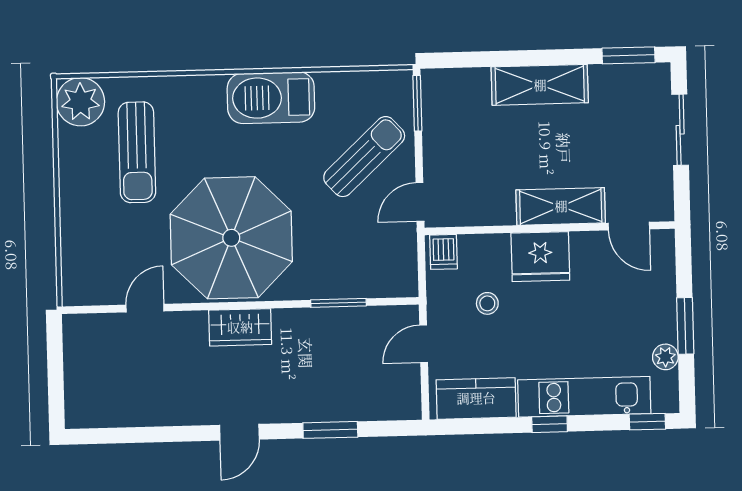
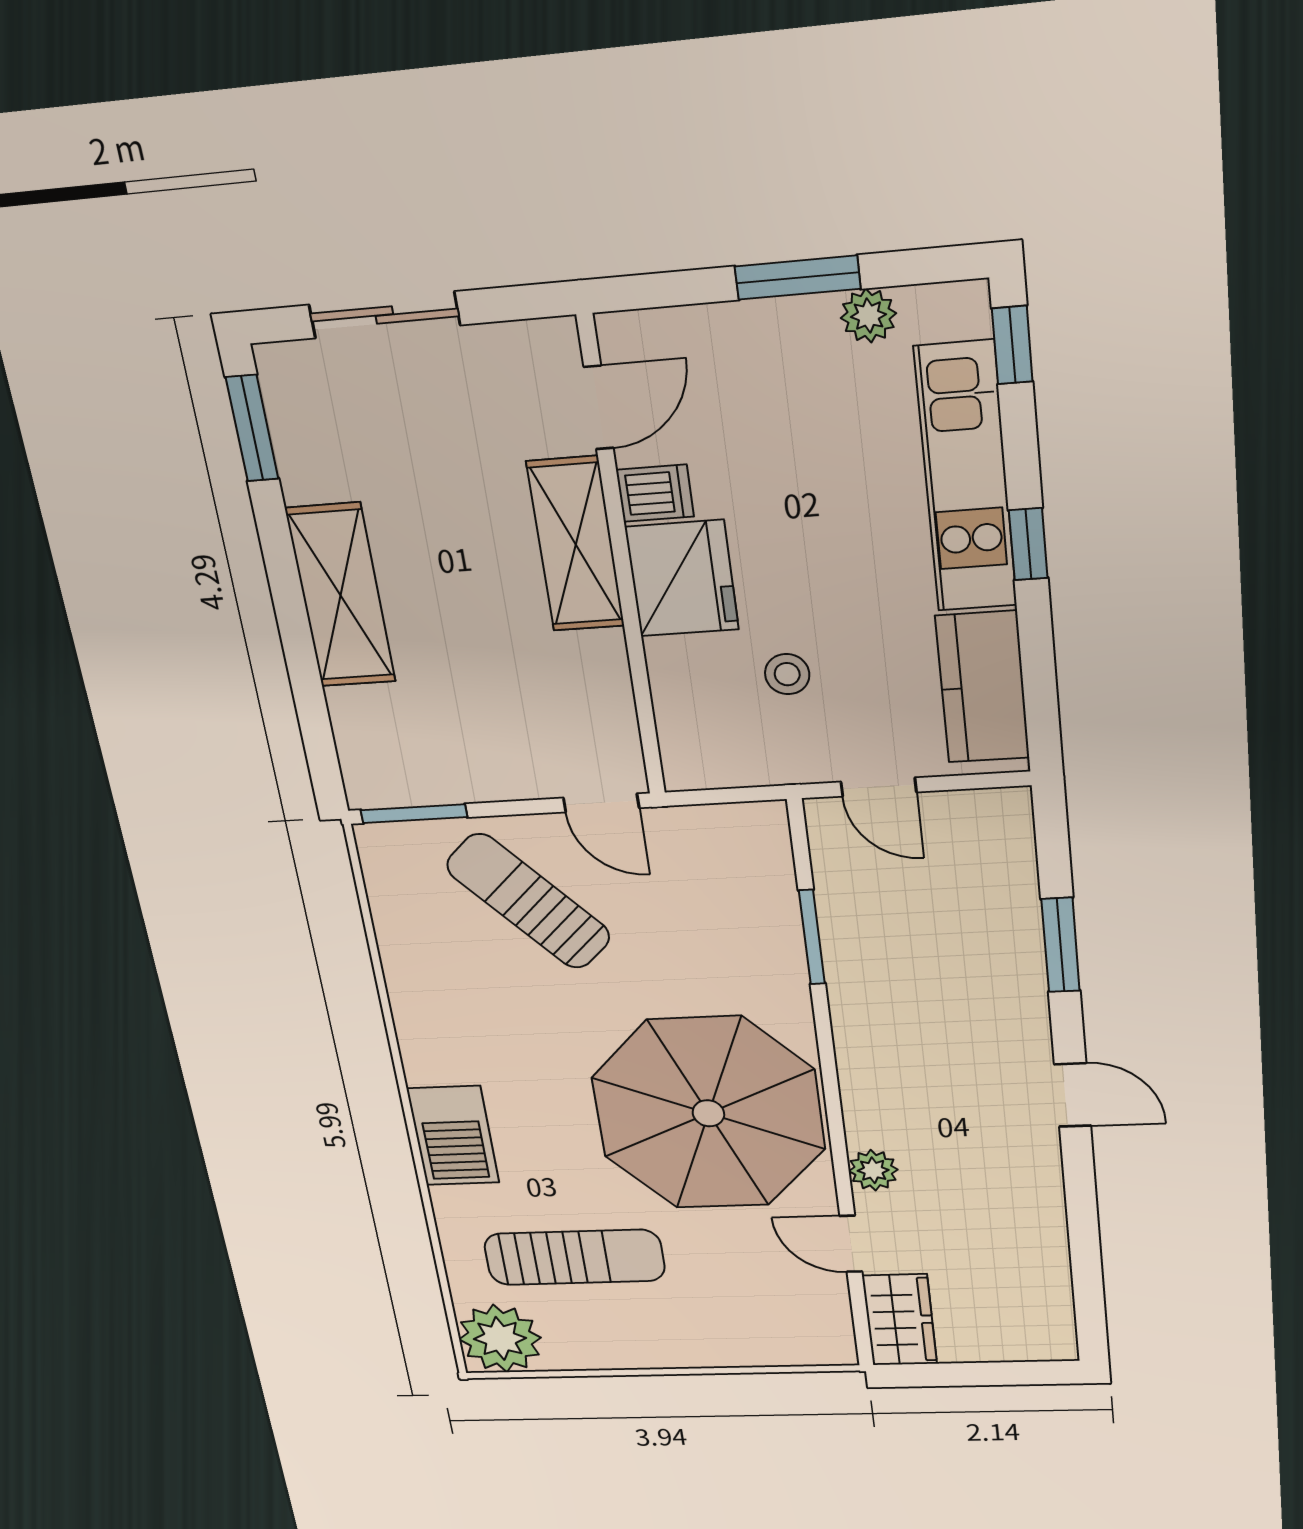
barbecue: (271, 98) -> (453, 1136), moved, width x0.73, depth x0.83
dishwasher: (443, 252) -> (655, 493), moved
plant: (193, 324) -> (873, 1170), added
wardrobe: (240, 327) -> (900, 1320), moved

